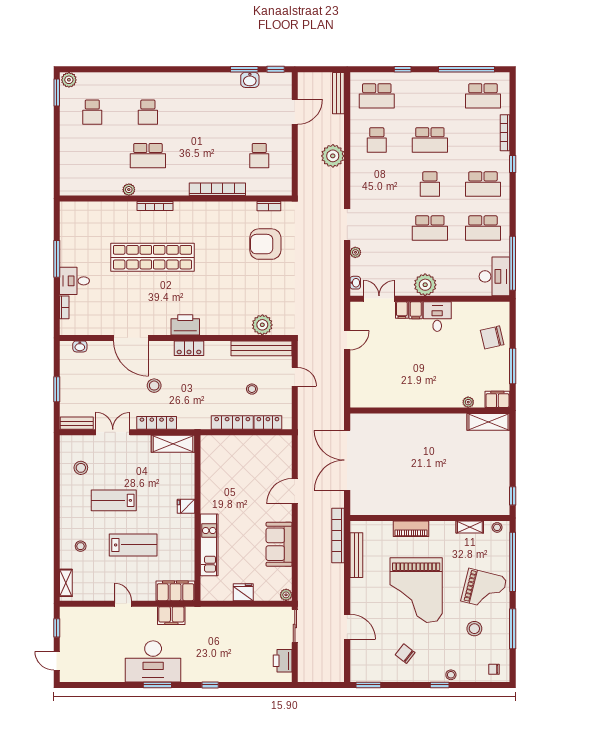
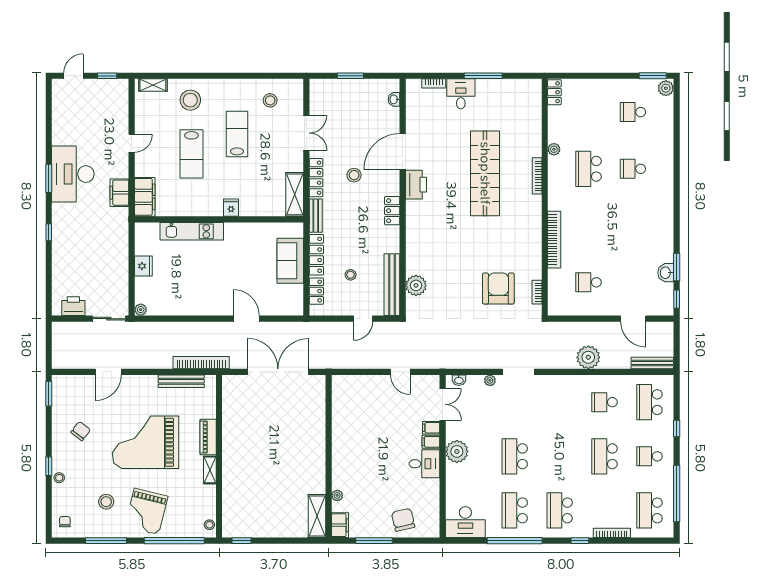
school desk: (430, 184) -> (649, 456), moved
locker: (73, 189) -> (554, 92), added
window: (513, 263) -> (515, 541), moved
printer: (185, 325) -> (416, 185), moved
bench: (77, 423) -> (316, 216), moved
shelving: (470, 527) -> (210, 470), moved
sofa: (279, 544) -> (290, 261), moved, turned -90
stool: (81, 546) -> (190, 100), width x1.89, depth x1.89

